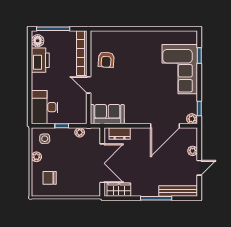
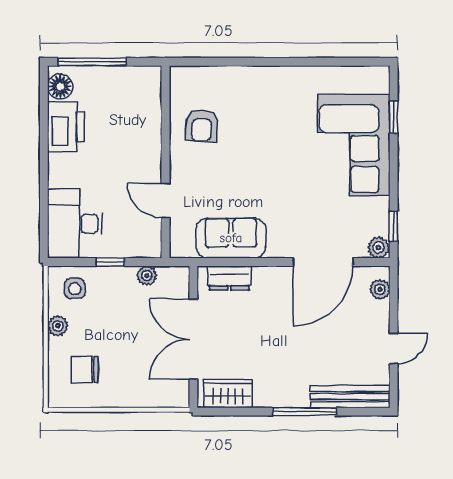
bookcase: (82, 53) -> (151, 112), removed
door: (89, 85) -> (165, 200), moved
sofa: (107, 114) -> (231, 238), moved
plant: (193, 151) -> (380, 289), moved
double door: (102, 163) -> (193, 339), swing flipped

